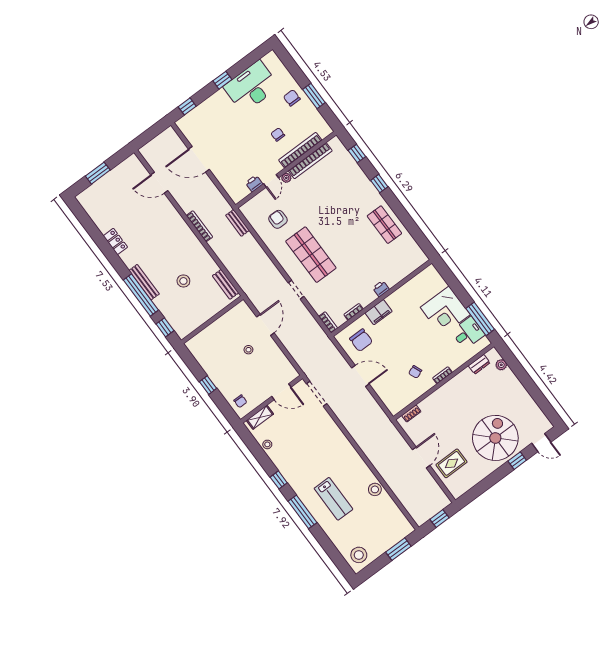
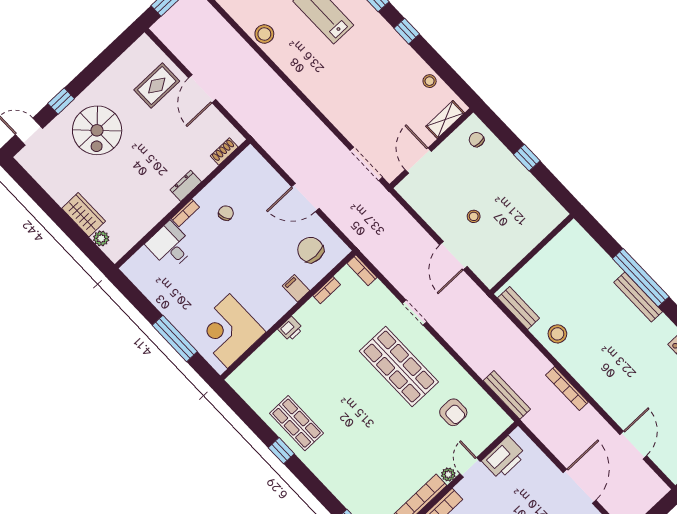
door: (199, 159) -> (579, 486), hinge flipped
door: (159, 183) -> (633, 445), hinge flipped
printer: (254, 184) -> (504, 458), width x1.87, depth x1.48
window: (379, 184) -> (281, 451), moved
bench: (238, 223) -> (507, 395), width x1.36
stool: (183, 281) -> (557, 334), moved
corner desk: (445, 311) -> (229, 331), moved, turned -90
filing cabinet: (379, 312) -> (296, 288), width x0.50
window: (480, 319) -> (175, 338), moved
window: (165, 327) -> (600, 235), removed
desk: (468, 333) -> (170, 246), moved, turned 90
dresser: (479, 364) -> (186, 186), moved
wardrobe: (511, 382) -> (84, 215), added
door: (281, 392) -> (418, 161), hinge flipped
spiral stairs: (495, 438) -> (97, 130), width x0.73, depth x0.73

